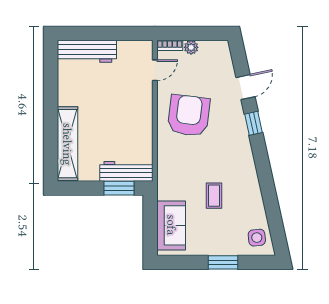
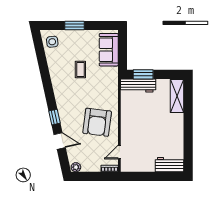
plant: (191, 47) -> (76, 167), moved
workbench: (87, 51) -> (170, 165), width x0.73
door: (246, 87) -> (60, 141), swing flipped
shelving: (67, 144) -> (177, 96), width x0.68

